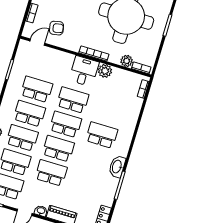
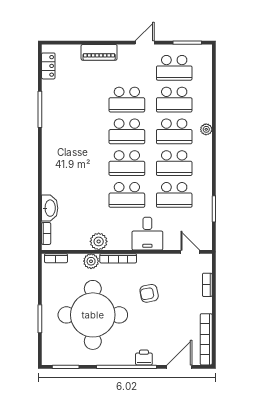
armchair: (56, 28) -> (149, 293), moved
door: (37, 42) -> (190, 252), swing flipped
plant: (127, 61) -> (91, 261), moved
desk: (84, 71) -> (147, 234), moved
school desk: (102, 135) -> (80, 163), removed
washbasin: (117, 167) -> (50, 208), moved
washbasin: (41, 211) -> (125, 50), removed

